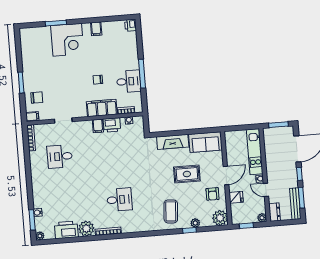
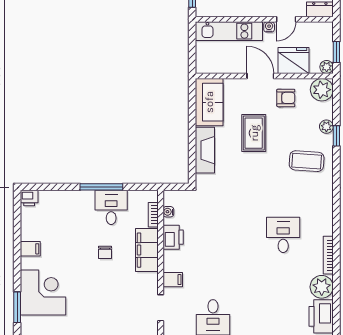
filing cabinet: (98, 126) -> (173, 280), moved
fridge: (236, 197) -> (294, 60), width x1.88, depth x1.34
plant: (262, 218) -> (327, 67), moved

